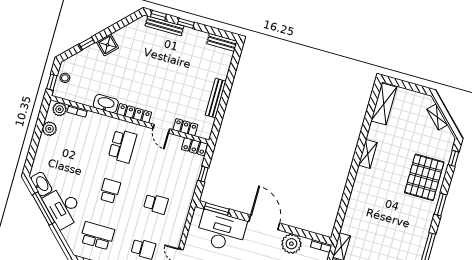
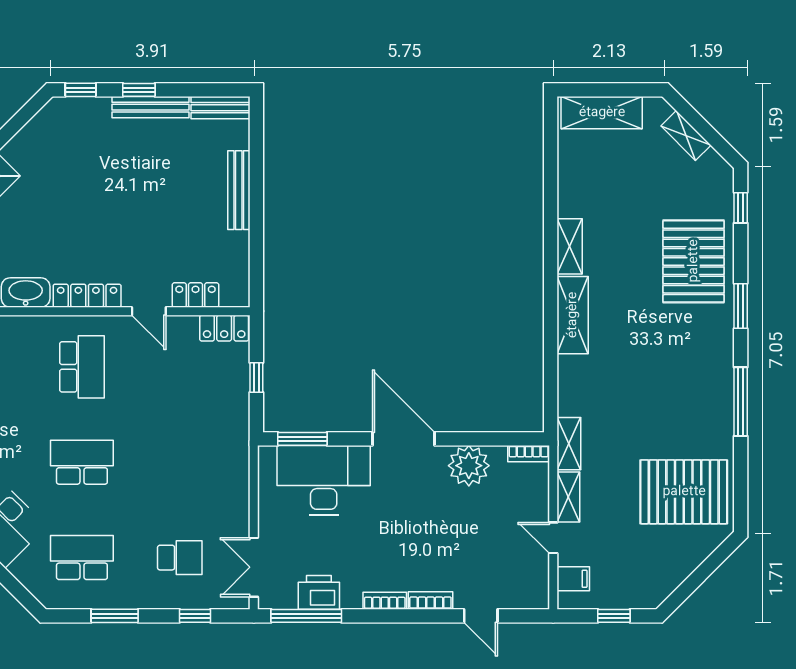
bench: (164, 26) -> (151, 107), moved
bench: (216, 98) -> (239, 190), moved
shelving: (384, 104) -> (602, 113), moved, turned 90
shelving: (360, 187) -> (573, 315), added
school desk: (110, 191) -> (82, 462), width x1.85
school desk: (156, 204) -> (180, 462), removed

